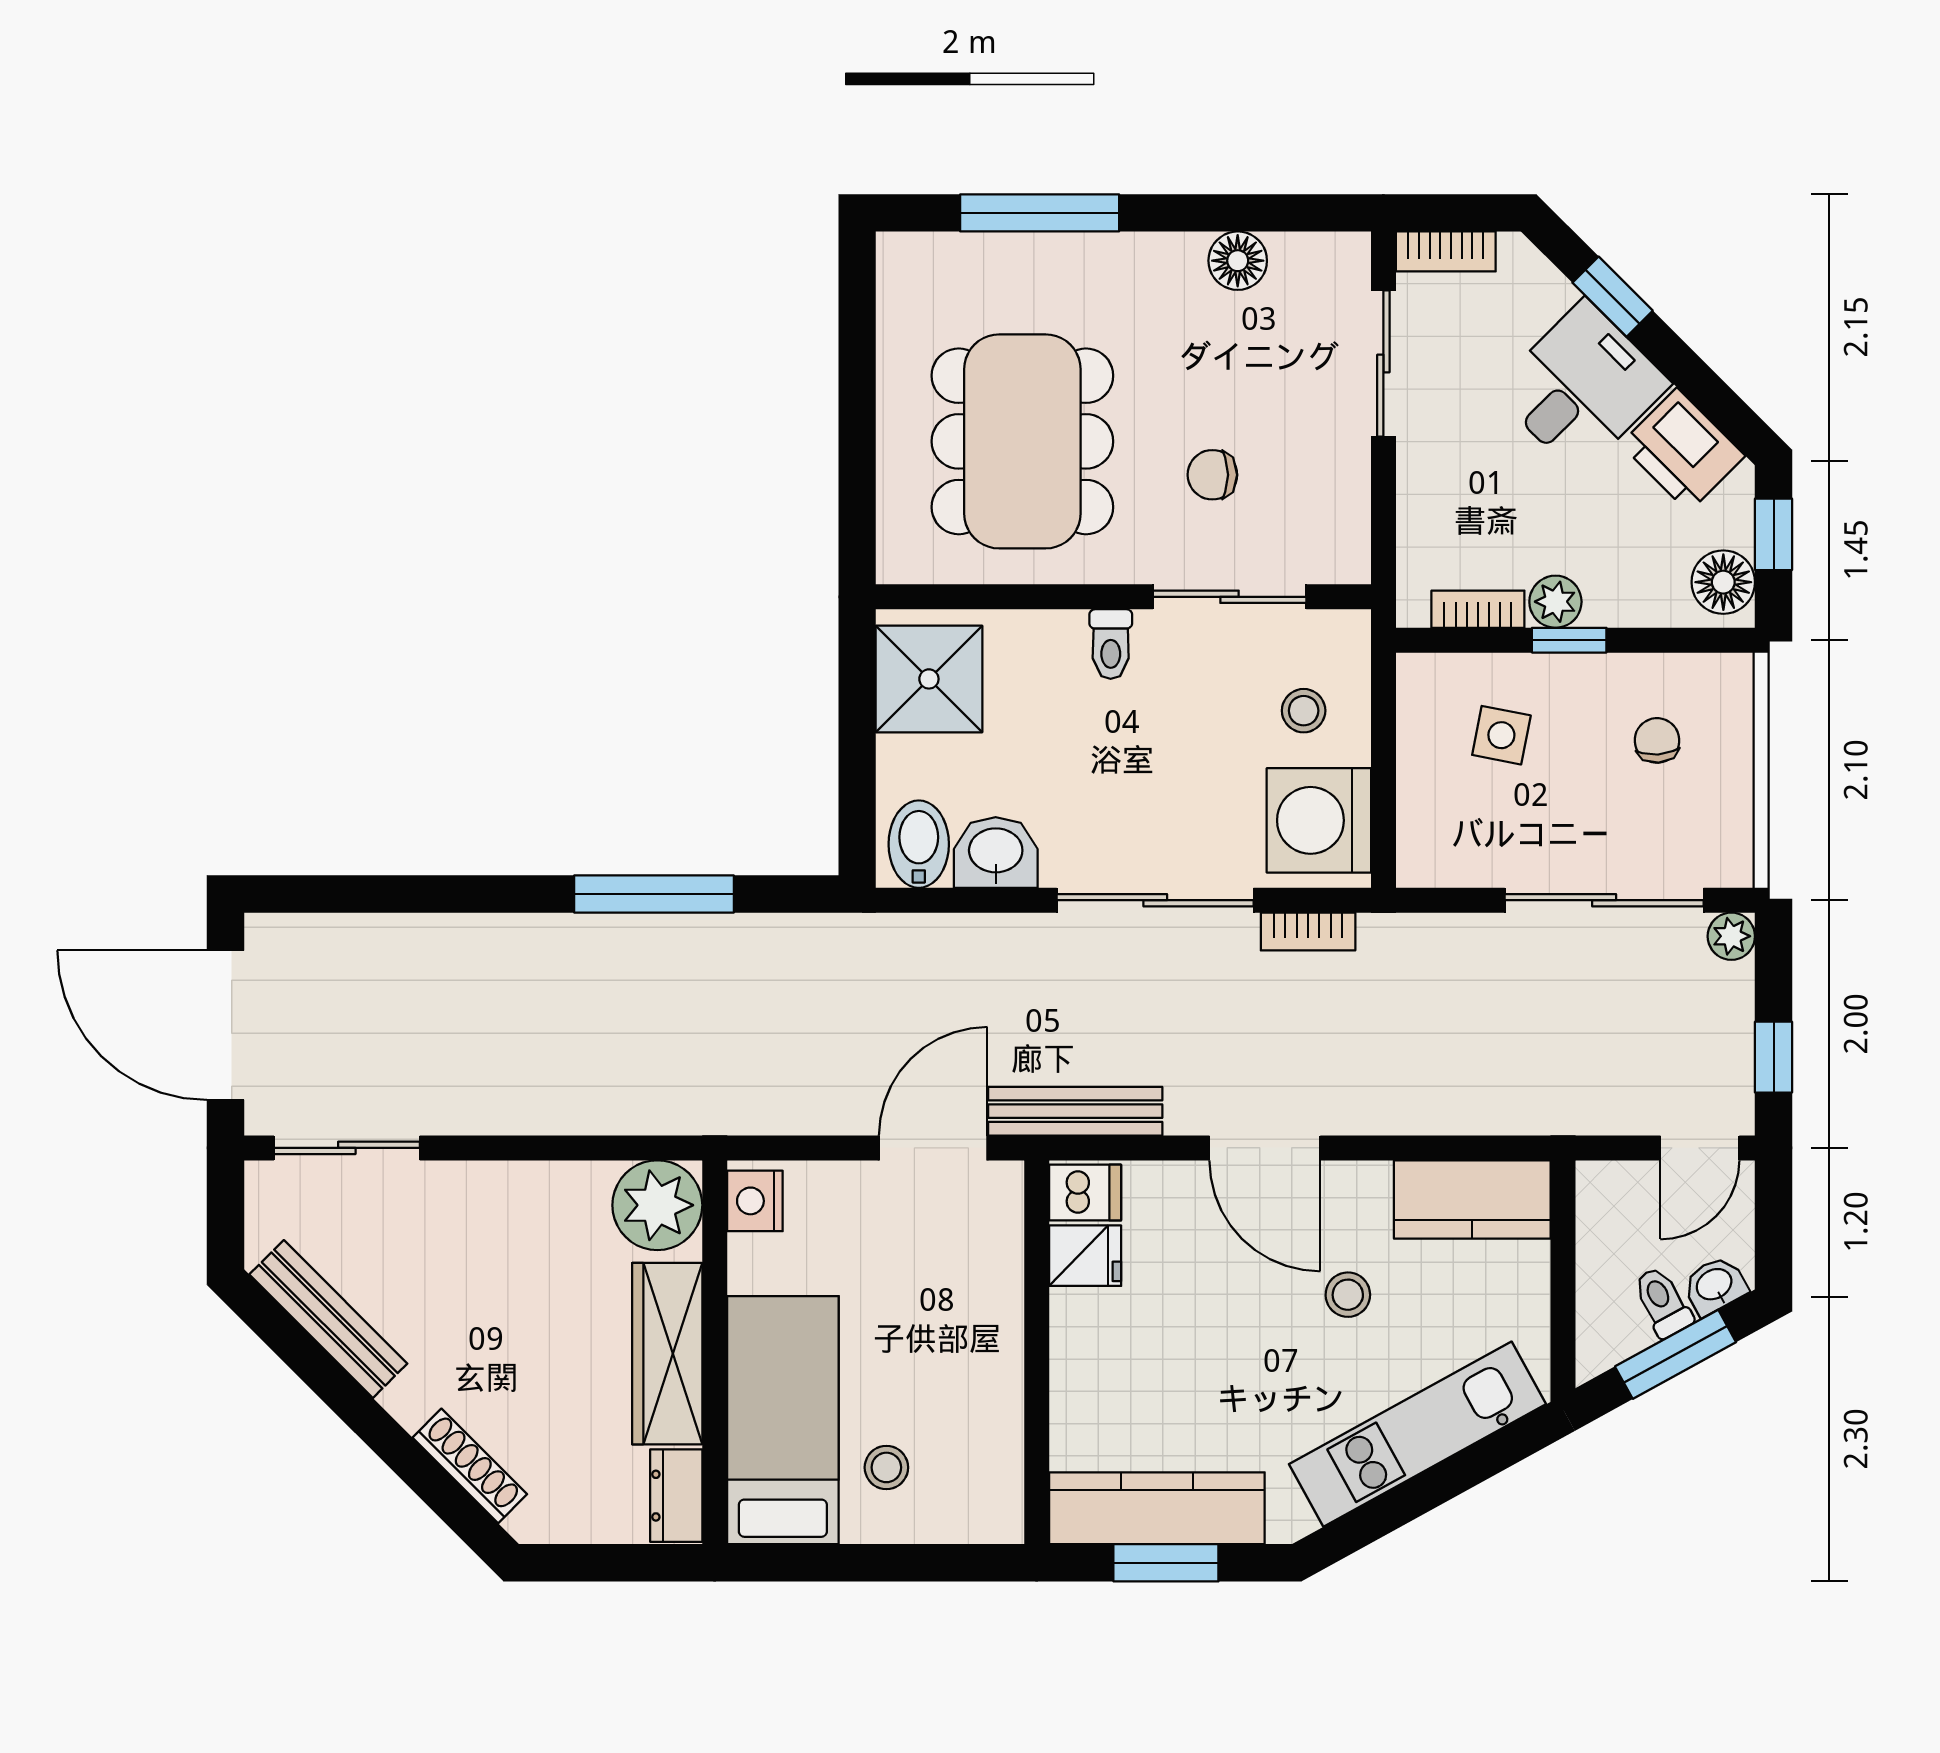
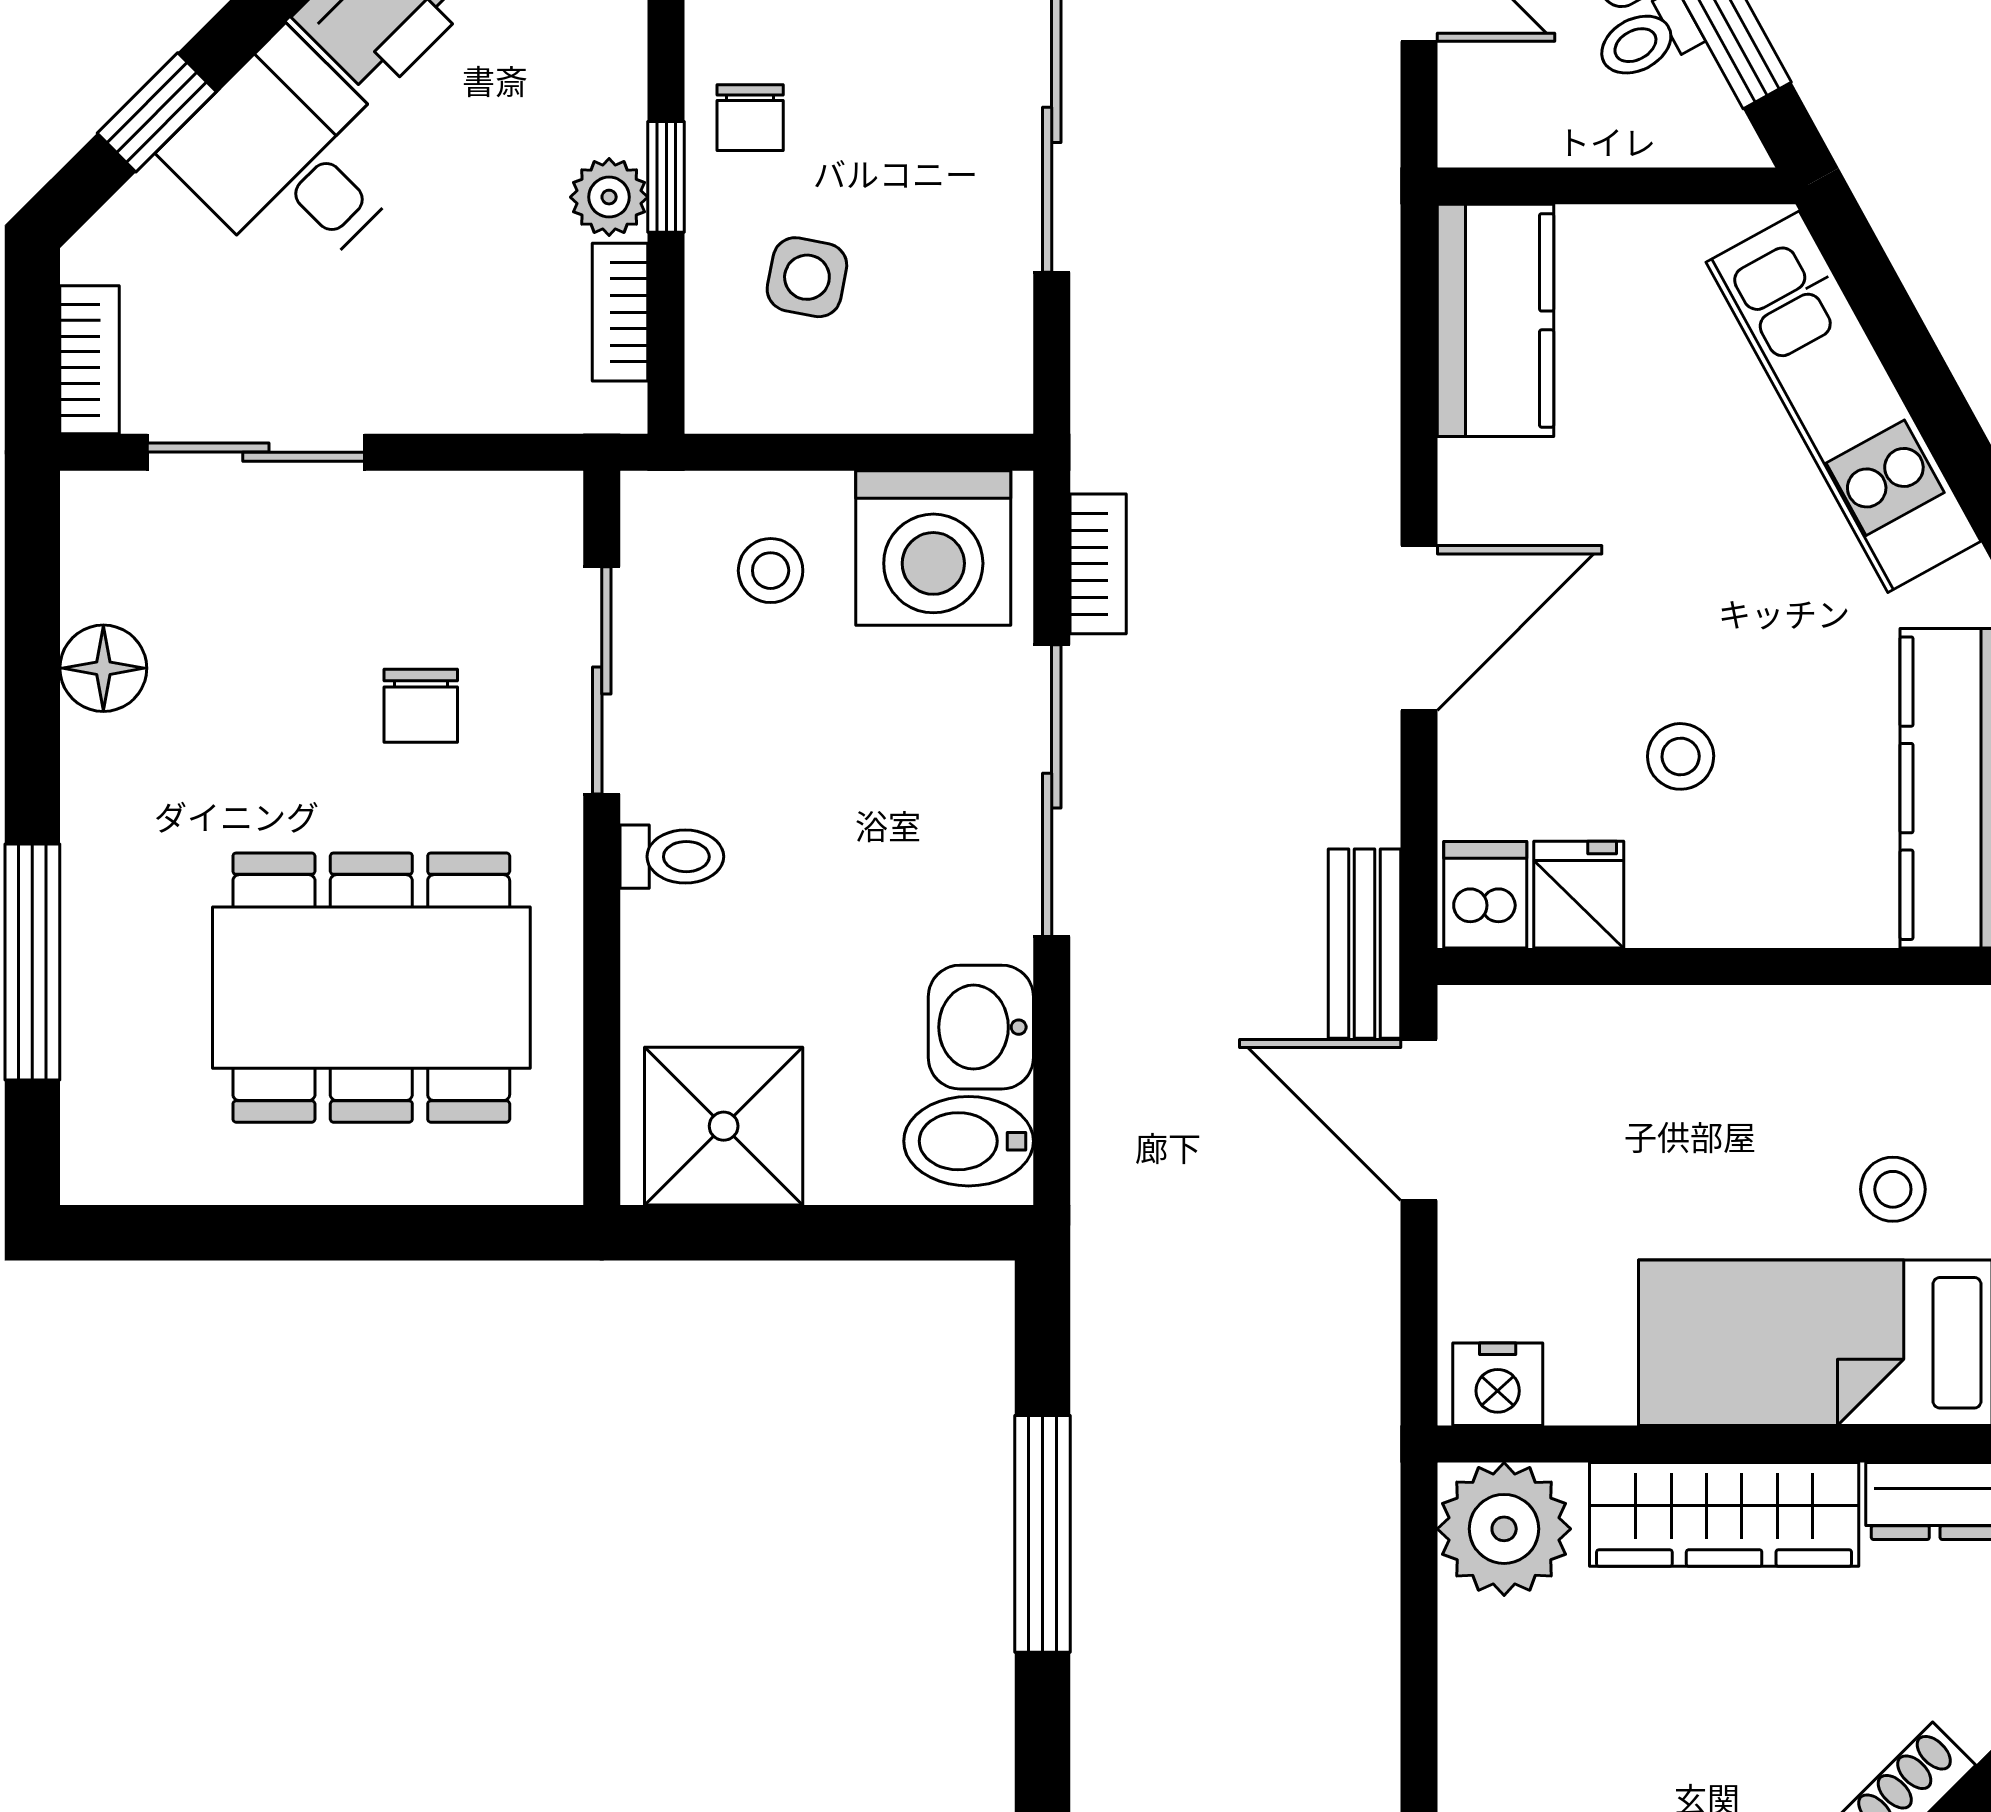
chair: (1657, 740) -> (750, 118), moved, turned -86
bench: (1075, 1111) -> (1365, 944), width x0.73
stool: (1348, 1295) -> (1681, 756), moved

